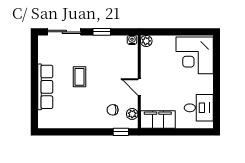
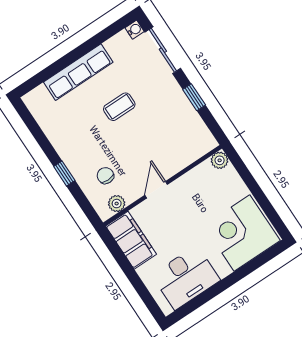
water cooler: (132, 40) -> (135, 30), moved
desk: (199, 108) -> (186, 277), width x1.37
window: (121, 132) -> (64, 173), moved

